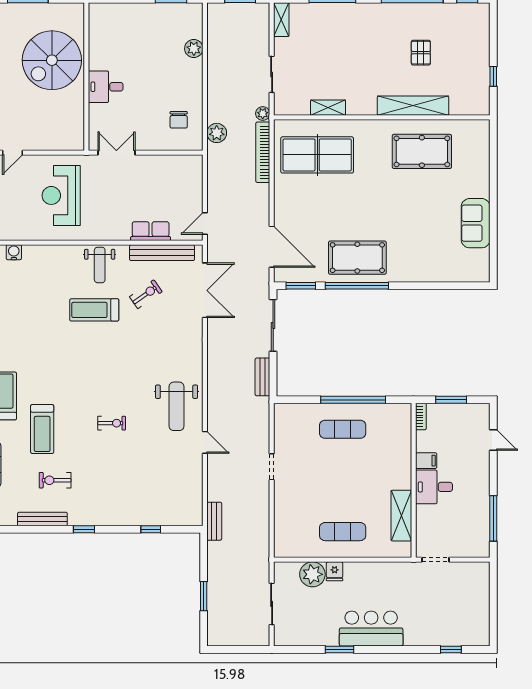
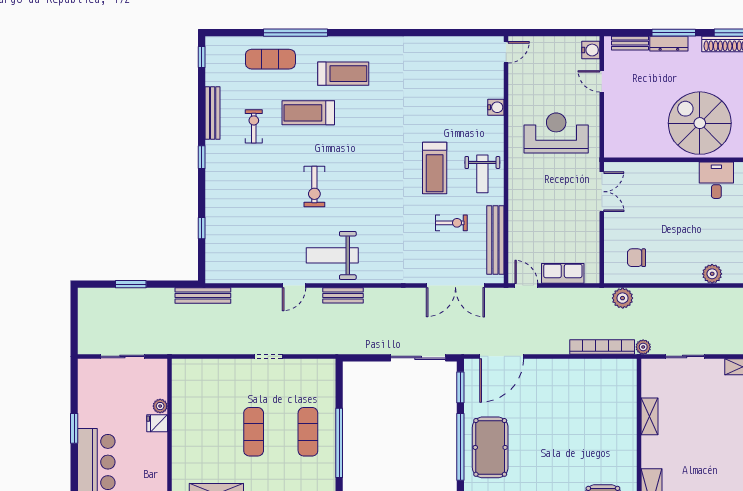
desk: (106, 87) -> (716, 180), moved
table tennis table: (317, 155) -> (599, 405), removed
row of seats: (151, 231) -> (563, 273), moved, turned -90
water cooler: (14, 252) -> (496, 107), moved
weight bench: (100, 265) -> (482, 174), turned -90
exercise bike: (146, 294) -> (451, 223), turned -55
treadmill: (94, 310) -> (435, 168), turned 180
bench: (262, 377) -> (343, 295), moved
exercise bike: (112, 423) -> (314, 186), width x1.38, depth x1.39
bench: (214, 521) -> (203, 296), width x1.36
exercise mat: (343, 532) -> (254, 432), moved
plant: (312, 574) -> (160, 406), width x0.53, depth x0.53

